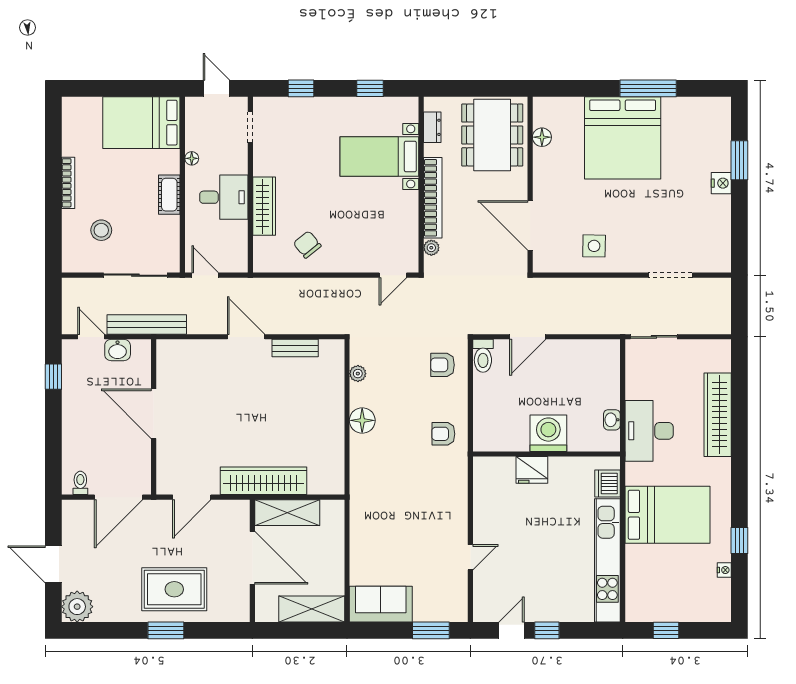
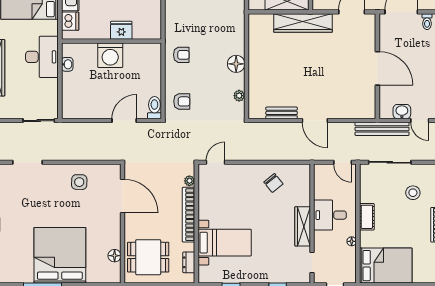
dining table: (492, 135) -> (148, 257), width x0.73
wardrobe: (264, 206) -> (303, 226), moved

